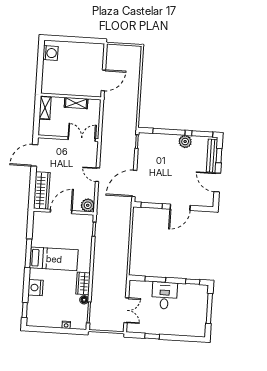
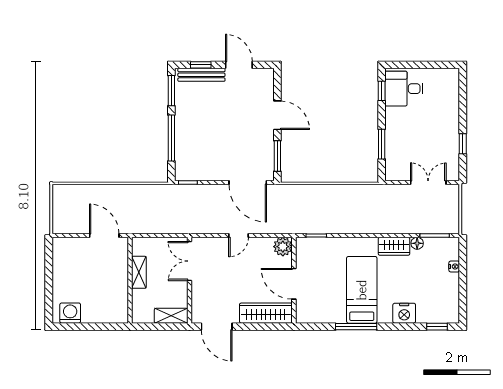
shelving: (45, 108) -> (171, 316), moved
plant: (185, 142) -> (184, 114), removed
door: (217, 182) -> (239, 65), swing flipped
desk: (165, 296) -> (404, 89), moved
window: (209, 308) -> (418, 65), removed

